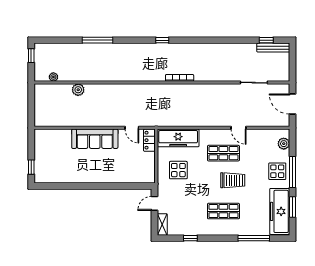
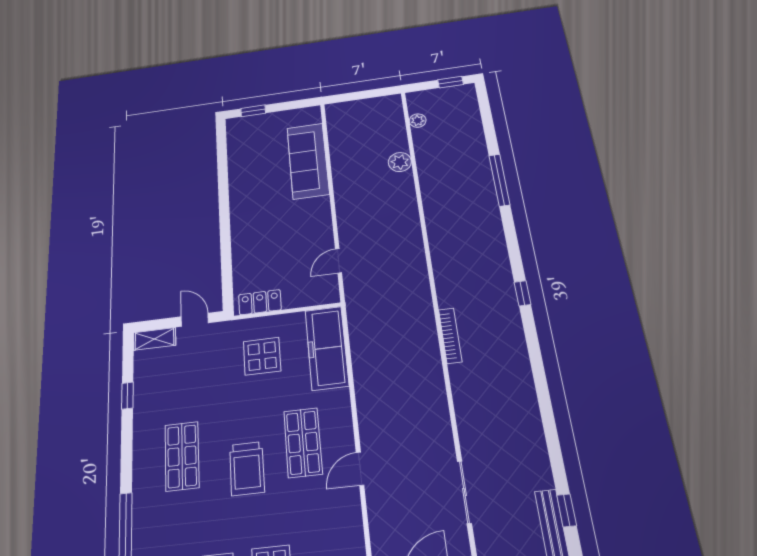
sofa: (95, 139) -> (308, 161), moved
locker: (149, 140) -> (260, 302), moved

